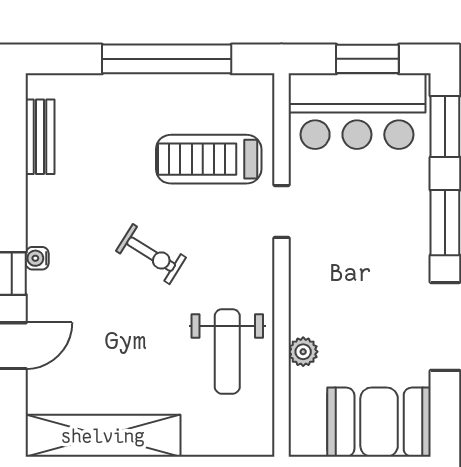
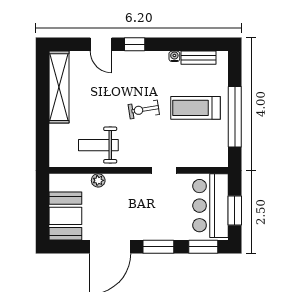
treadmill: (209, 159) -> (195, 108), moved, turned -90
exercise bike: (151, 254) -> (144, 109), turned 49
water cooler: (37, 258) -> (174, 56), moved

